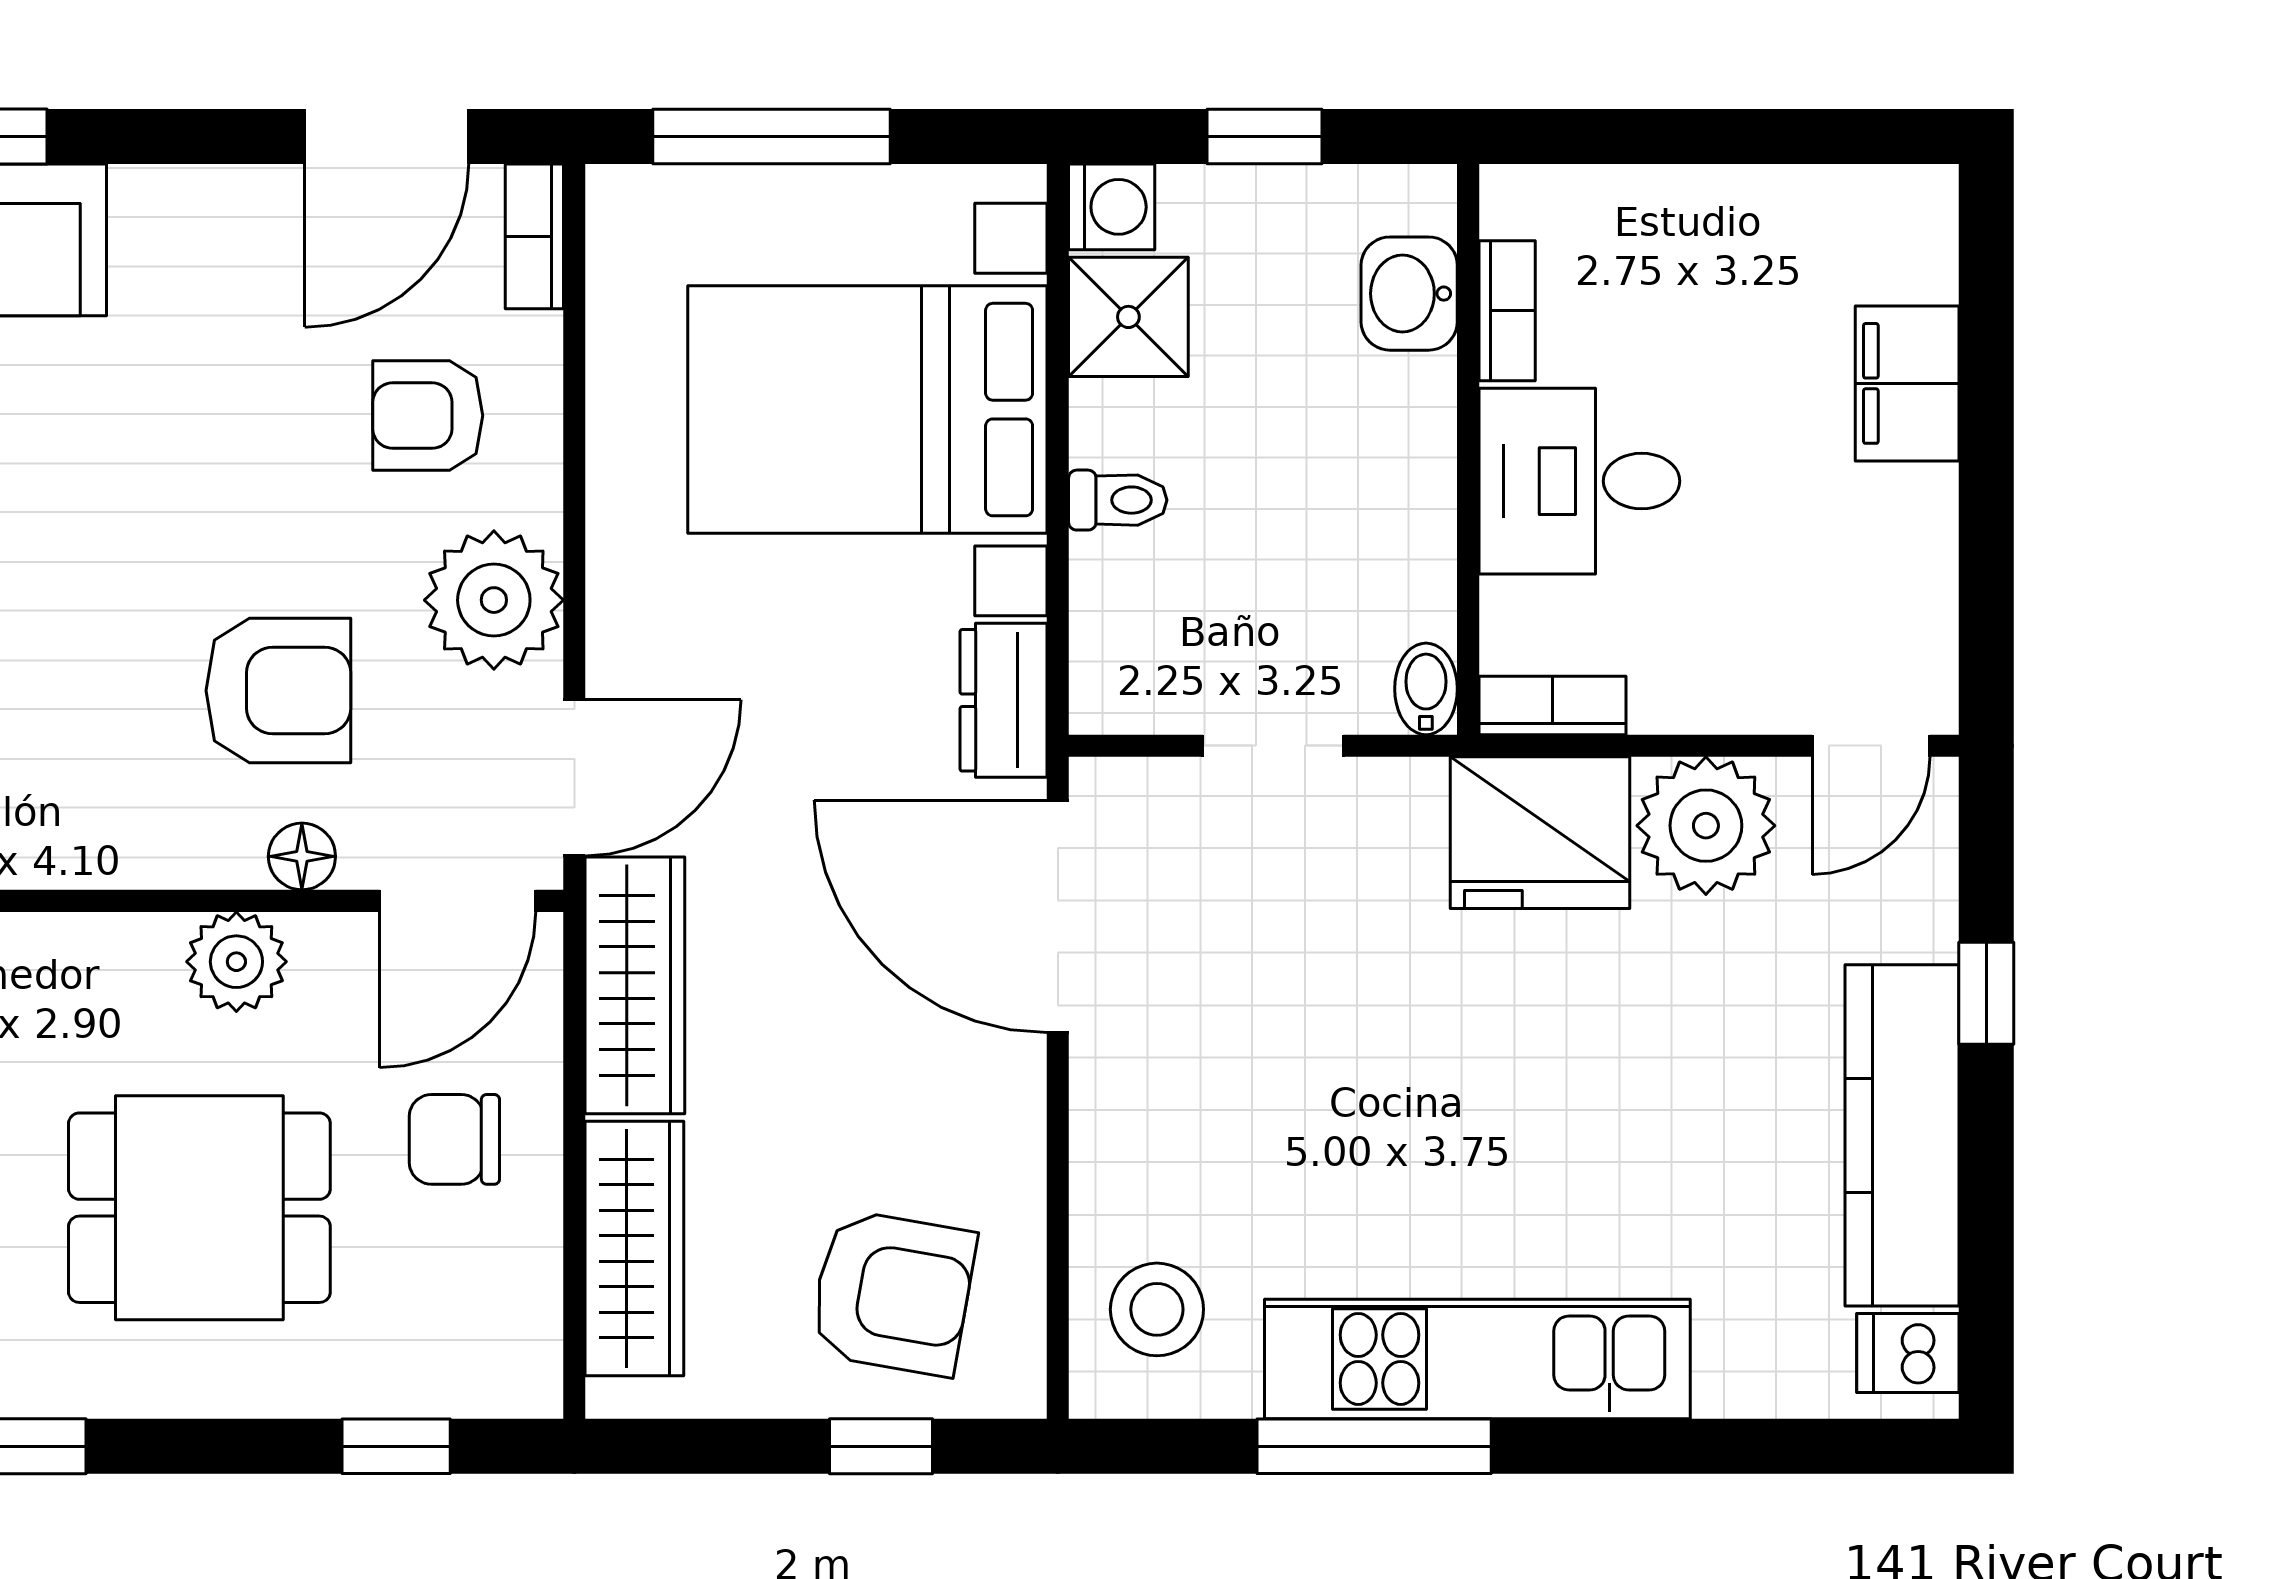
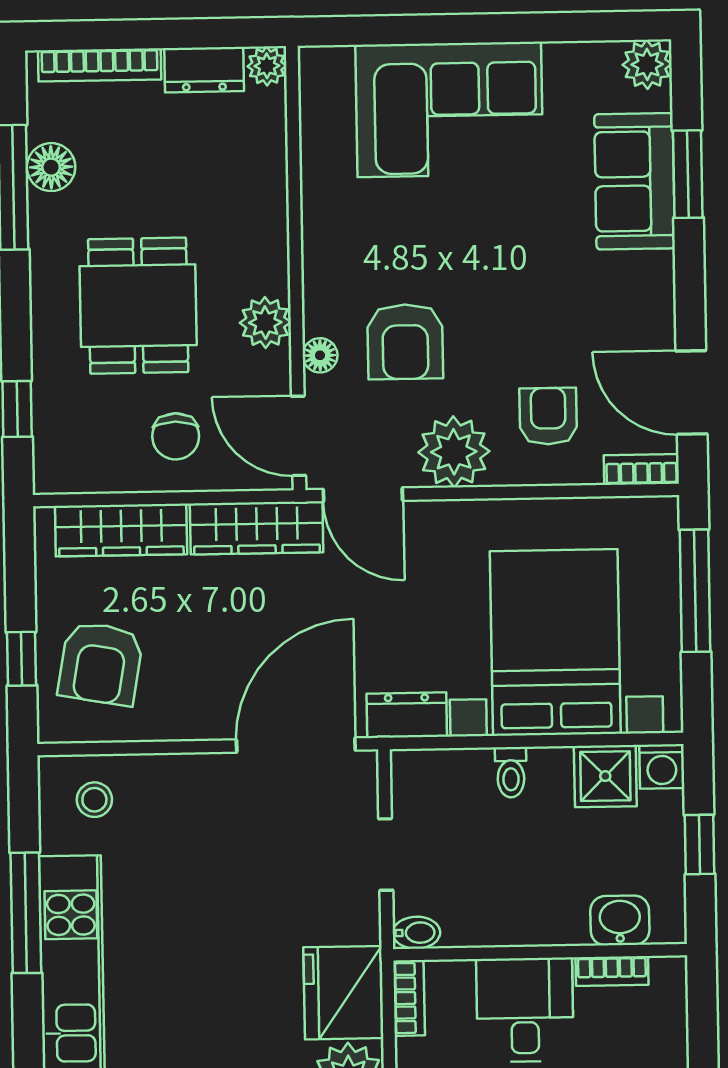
chair: (454, 1139) -> (176, 436), turned 180
stool: (1157, 1309) -> (94, 800), width x0.73, depth x0.73

